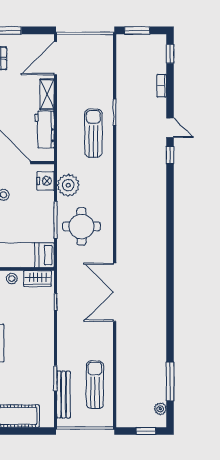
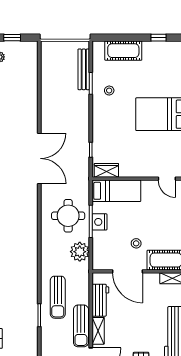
nightstand: (46, 181) -> (99, 222), moved
stool: (12, 279) -> (109, 91), moved
sun lounger: (95, 385) -> (81, 326), moved

